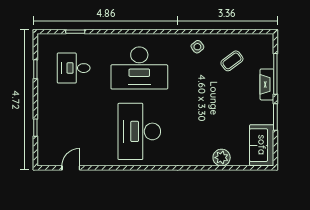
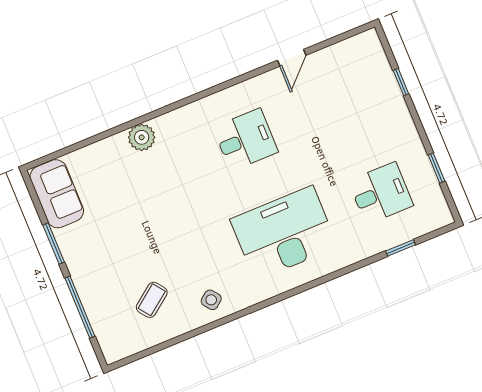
fireplace: (267, 84) -> (86, 286), removed
desk: (139, 131) -> (245, 140), width x0.53, depth x0.77
plant: (222, 158) -> (142, 137), moved
door: (71, 168) -> (292, 58), moved

